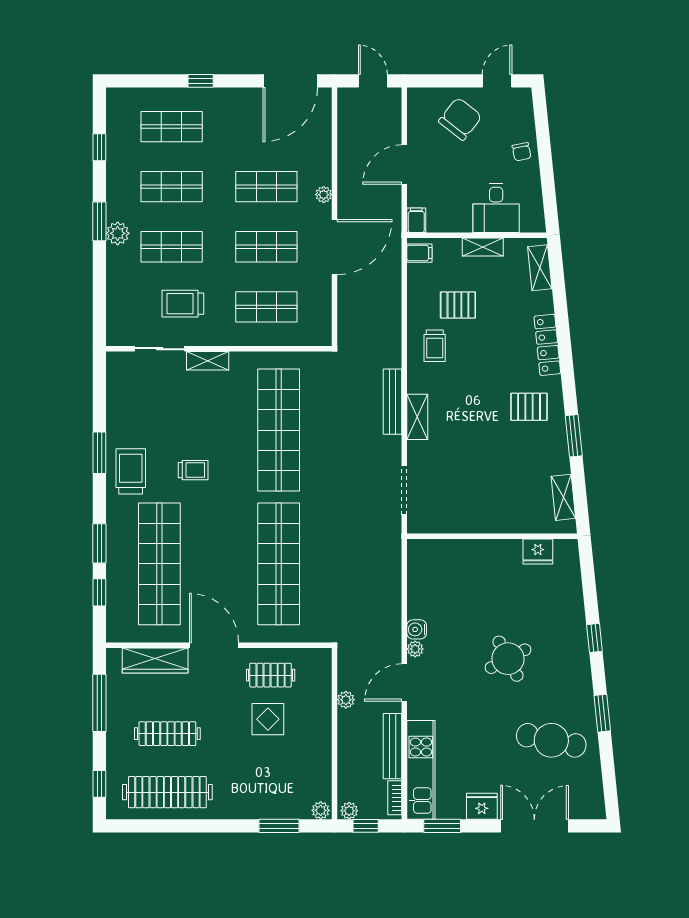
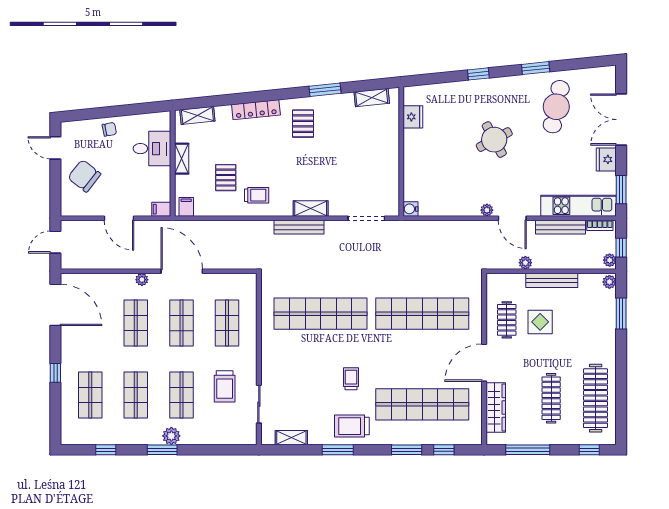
shelving: (208, 361) -> (291, 438), moved, turned 90
water cooler: (417, 629) -> (411, 209), moved, turned 90
bench: (322, 734) -> (552, 280), added

